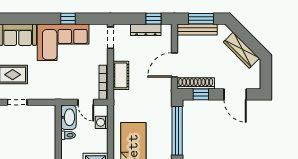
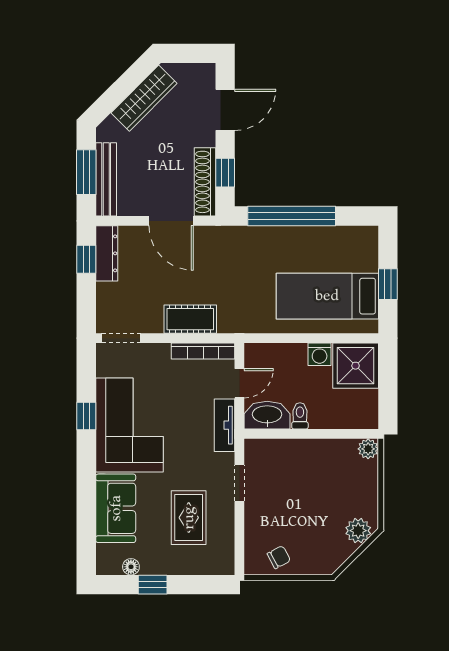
dresser: (146, 30) -> (107, 253), moved
tv unit: (63, 94) -> (225, 425), added
doorway: (17, 102) -> (239, 483), moved
washing machine: (102, 122) -> (320, 354), moved

